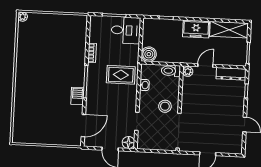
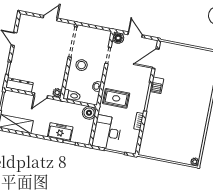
freezer: (196, 29) -> (60, 132), moved
desk: (126, 30) -> (107, 132), width x1.37

